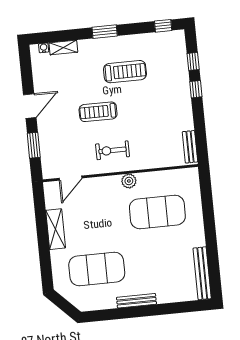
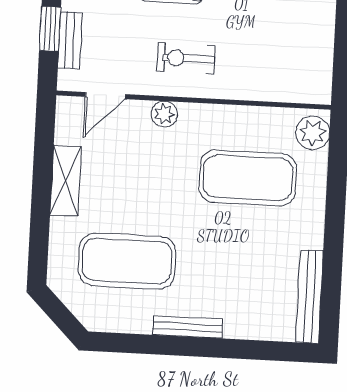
bench: (190, 147) -> (70, 40), moved
plant: (129, 181) -> (164, 114), moved
plant: (190, 181) -> (313, 133), added

